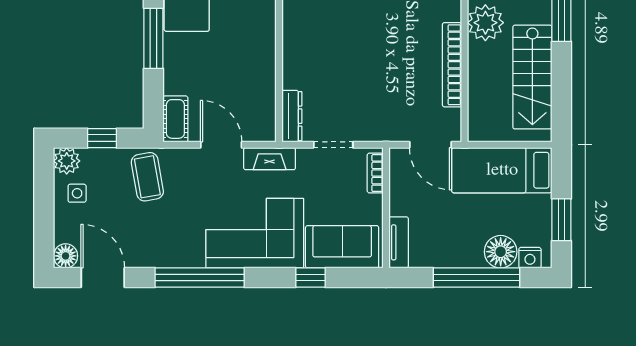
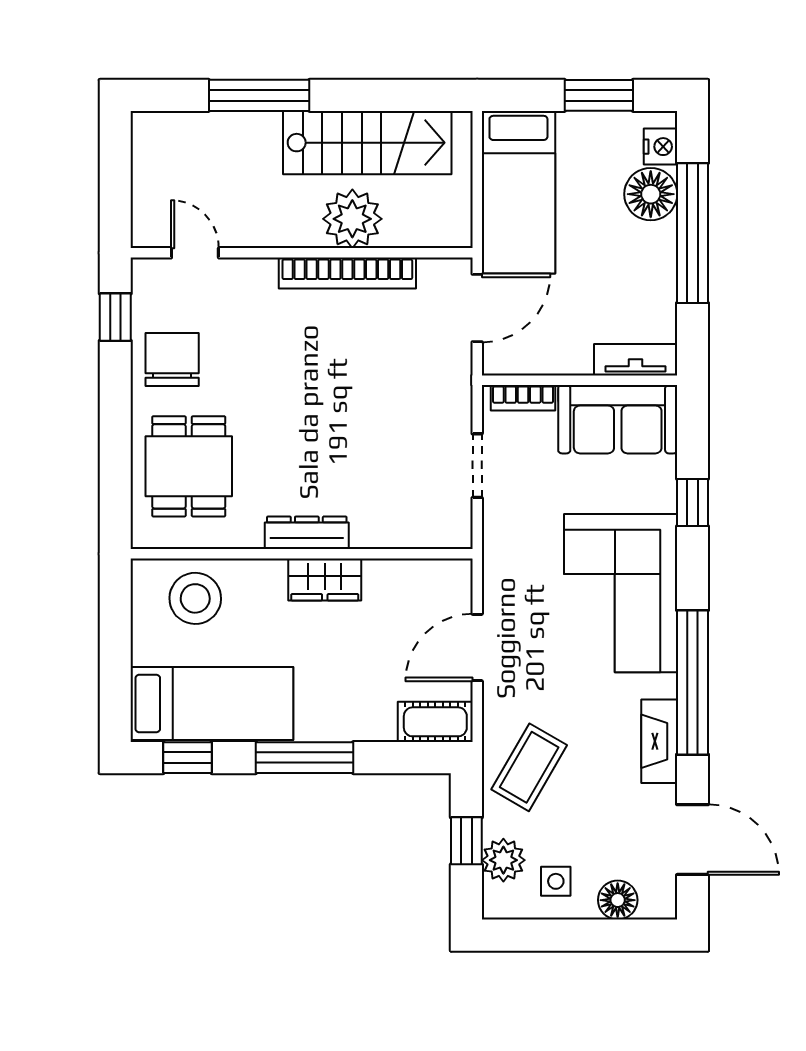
plant: (485, 23) -> (352, 219), moved
wardrobe: (263, 51) -> (325, 580), added
dresser: (292, 116) -> (307, 533), moved
fireplace: (270, 159) -> (659, 741), moved, turned 180
plant: (67, 161) -> (503, 860), moved
coffee table: (147, 177) -> (529, 767), turned -50
sofa: (342, 247) -> (618, 419), moved, turned -90
floor lamp: (66, 256) -> (618, 900), moved
door: (103, 277) -> (693, 840), swing flipped

